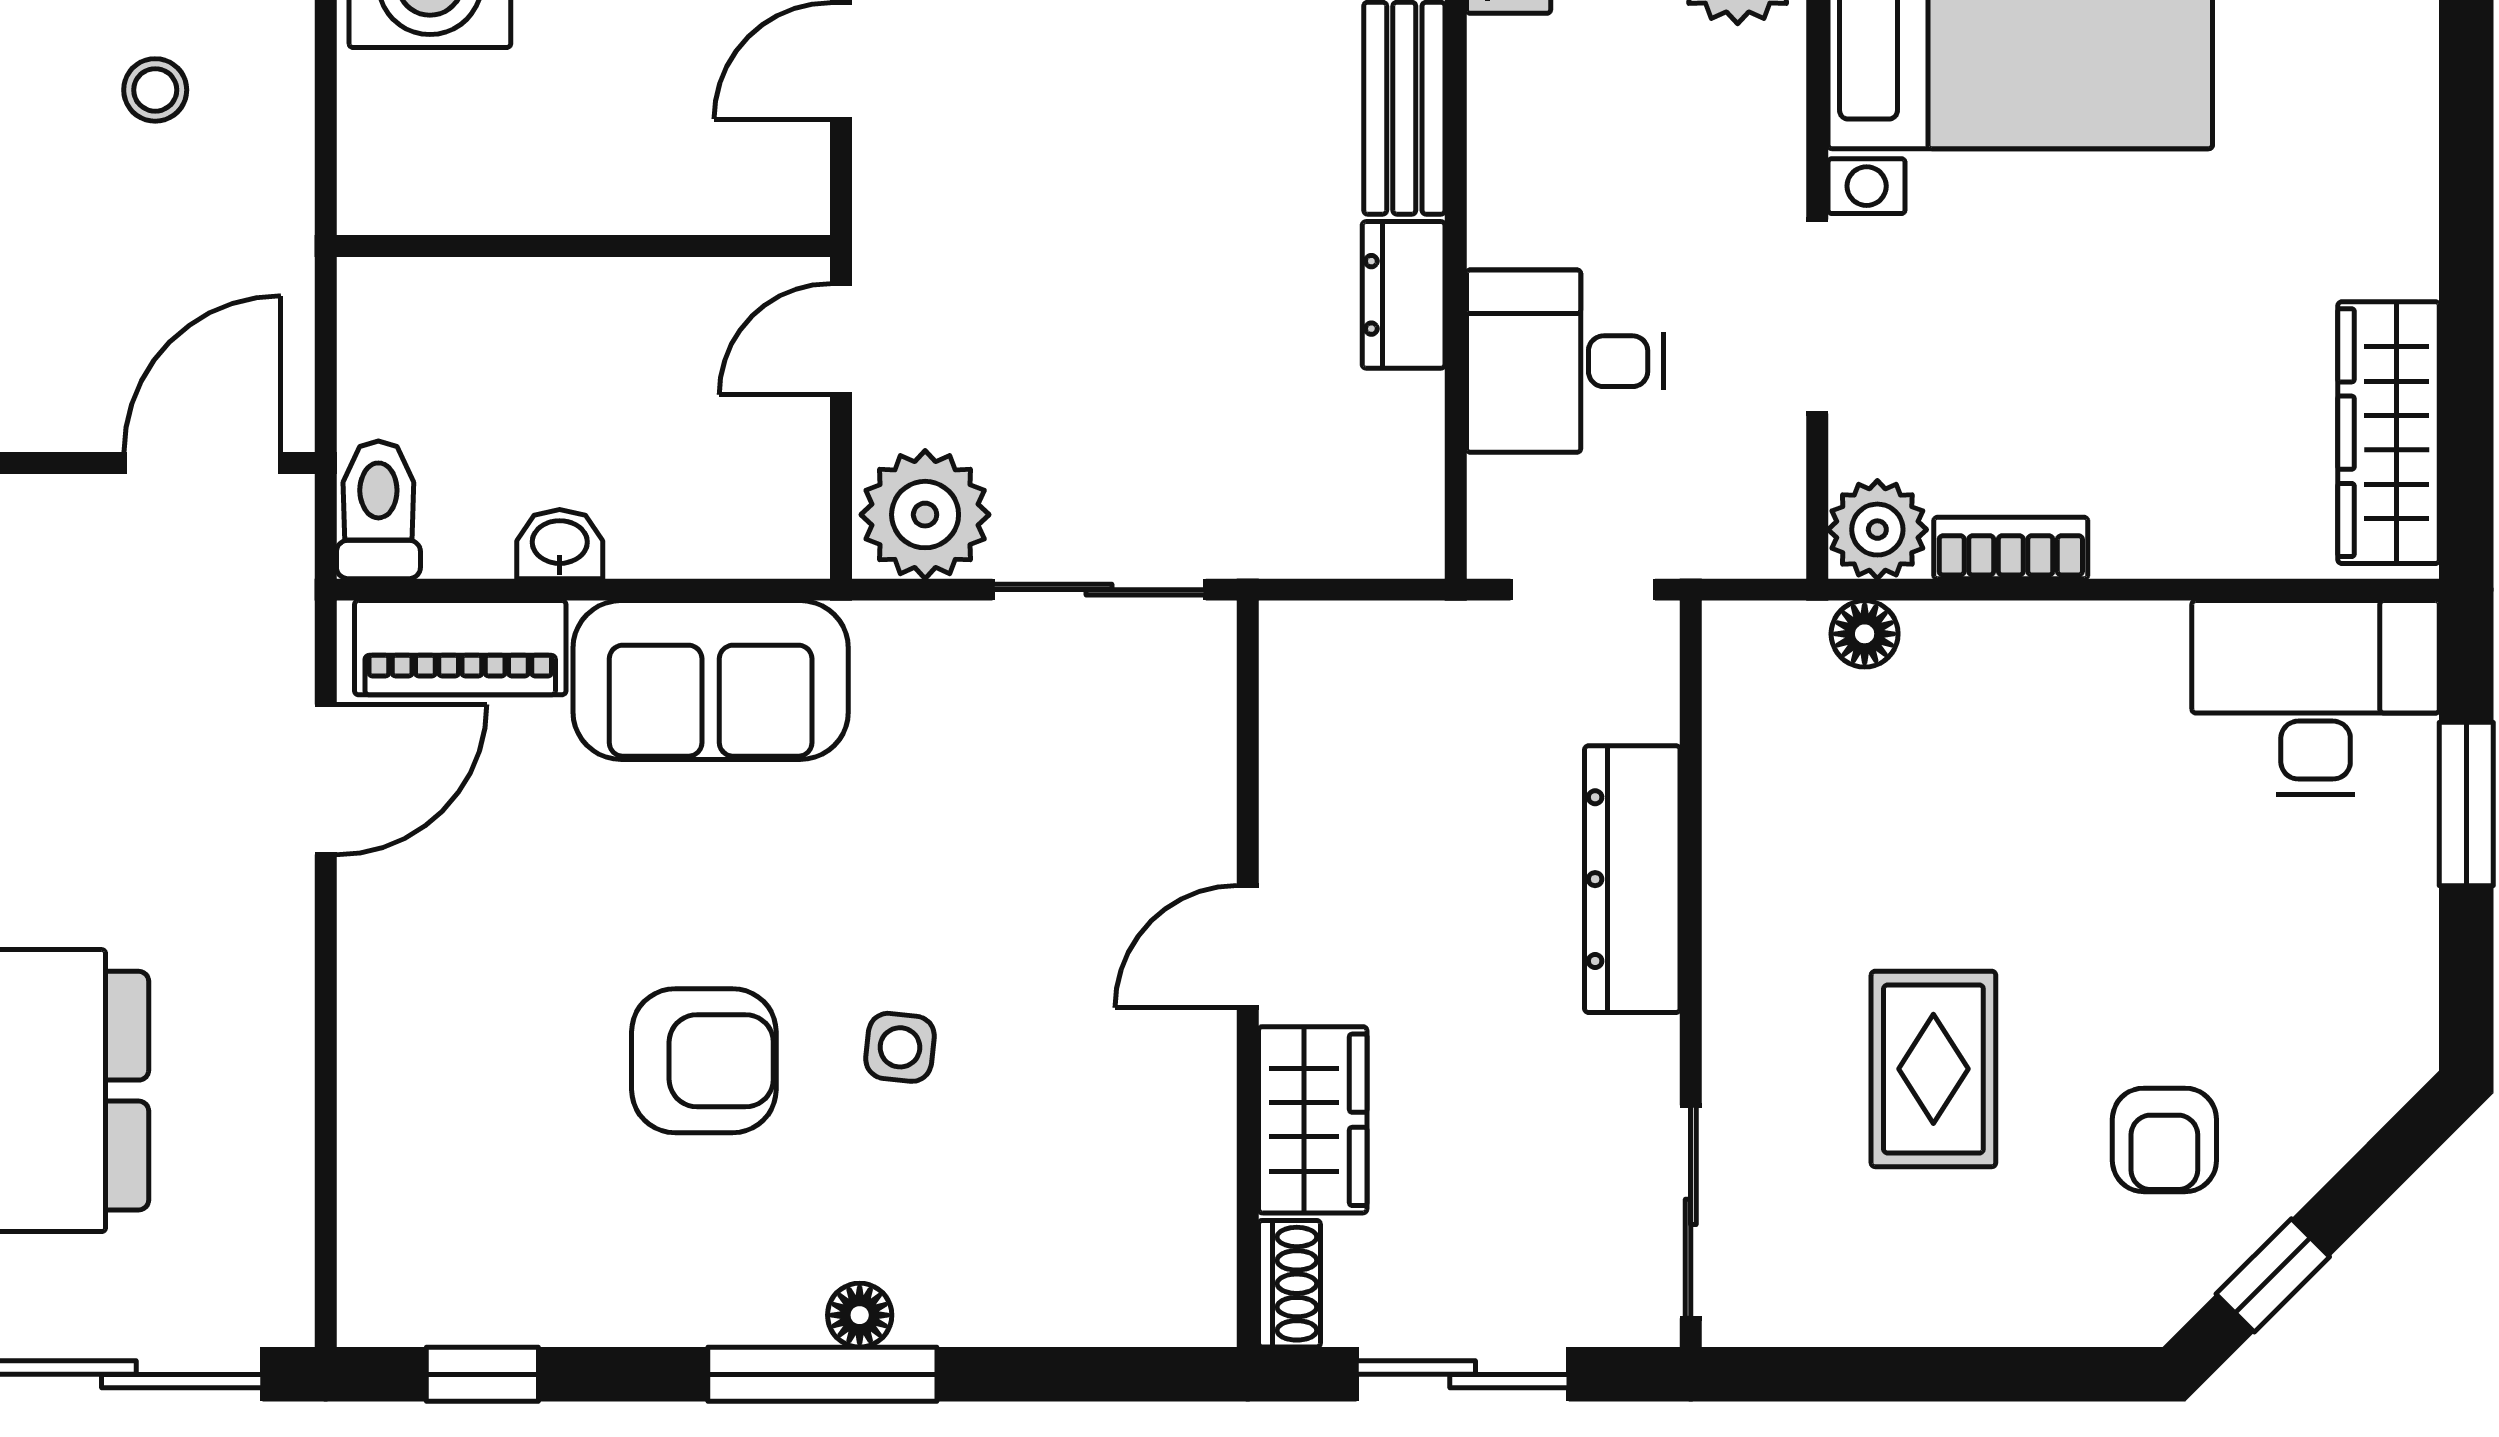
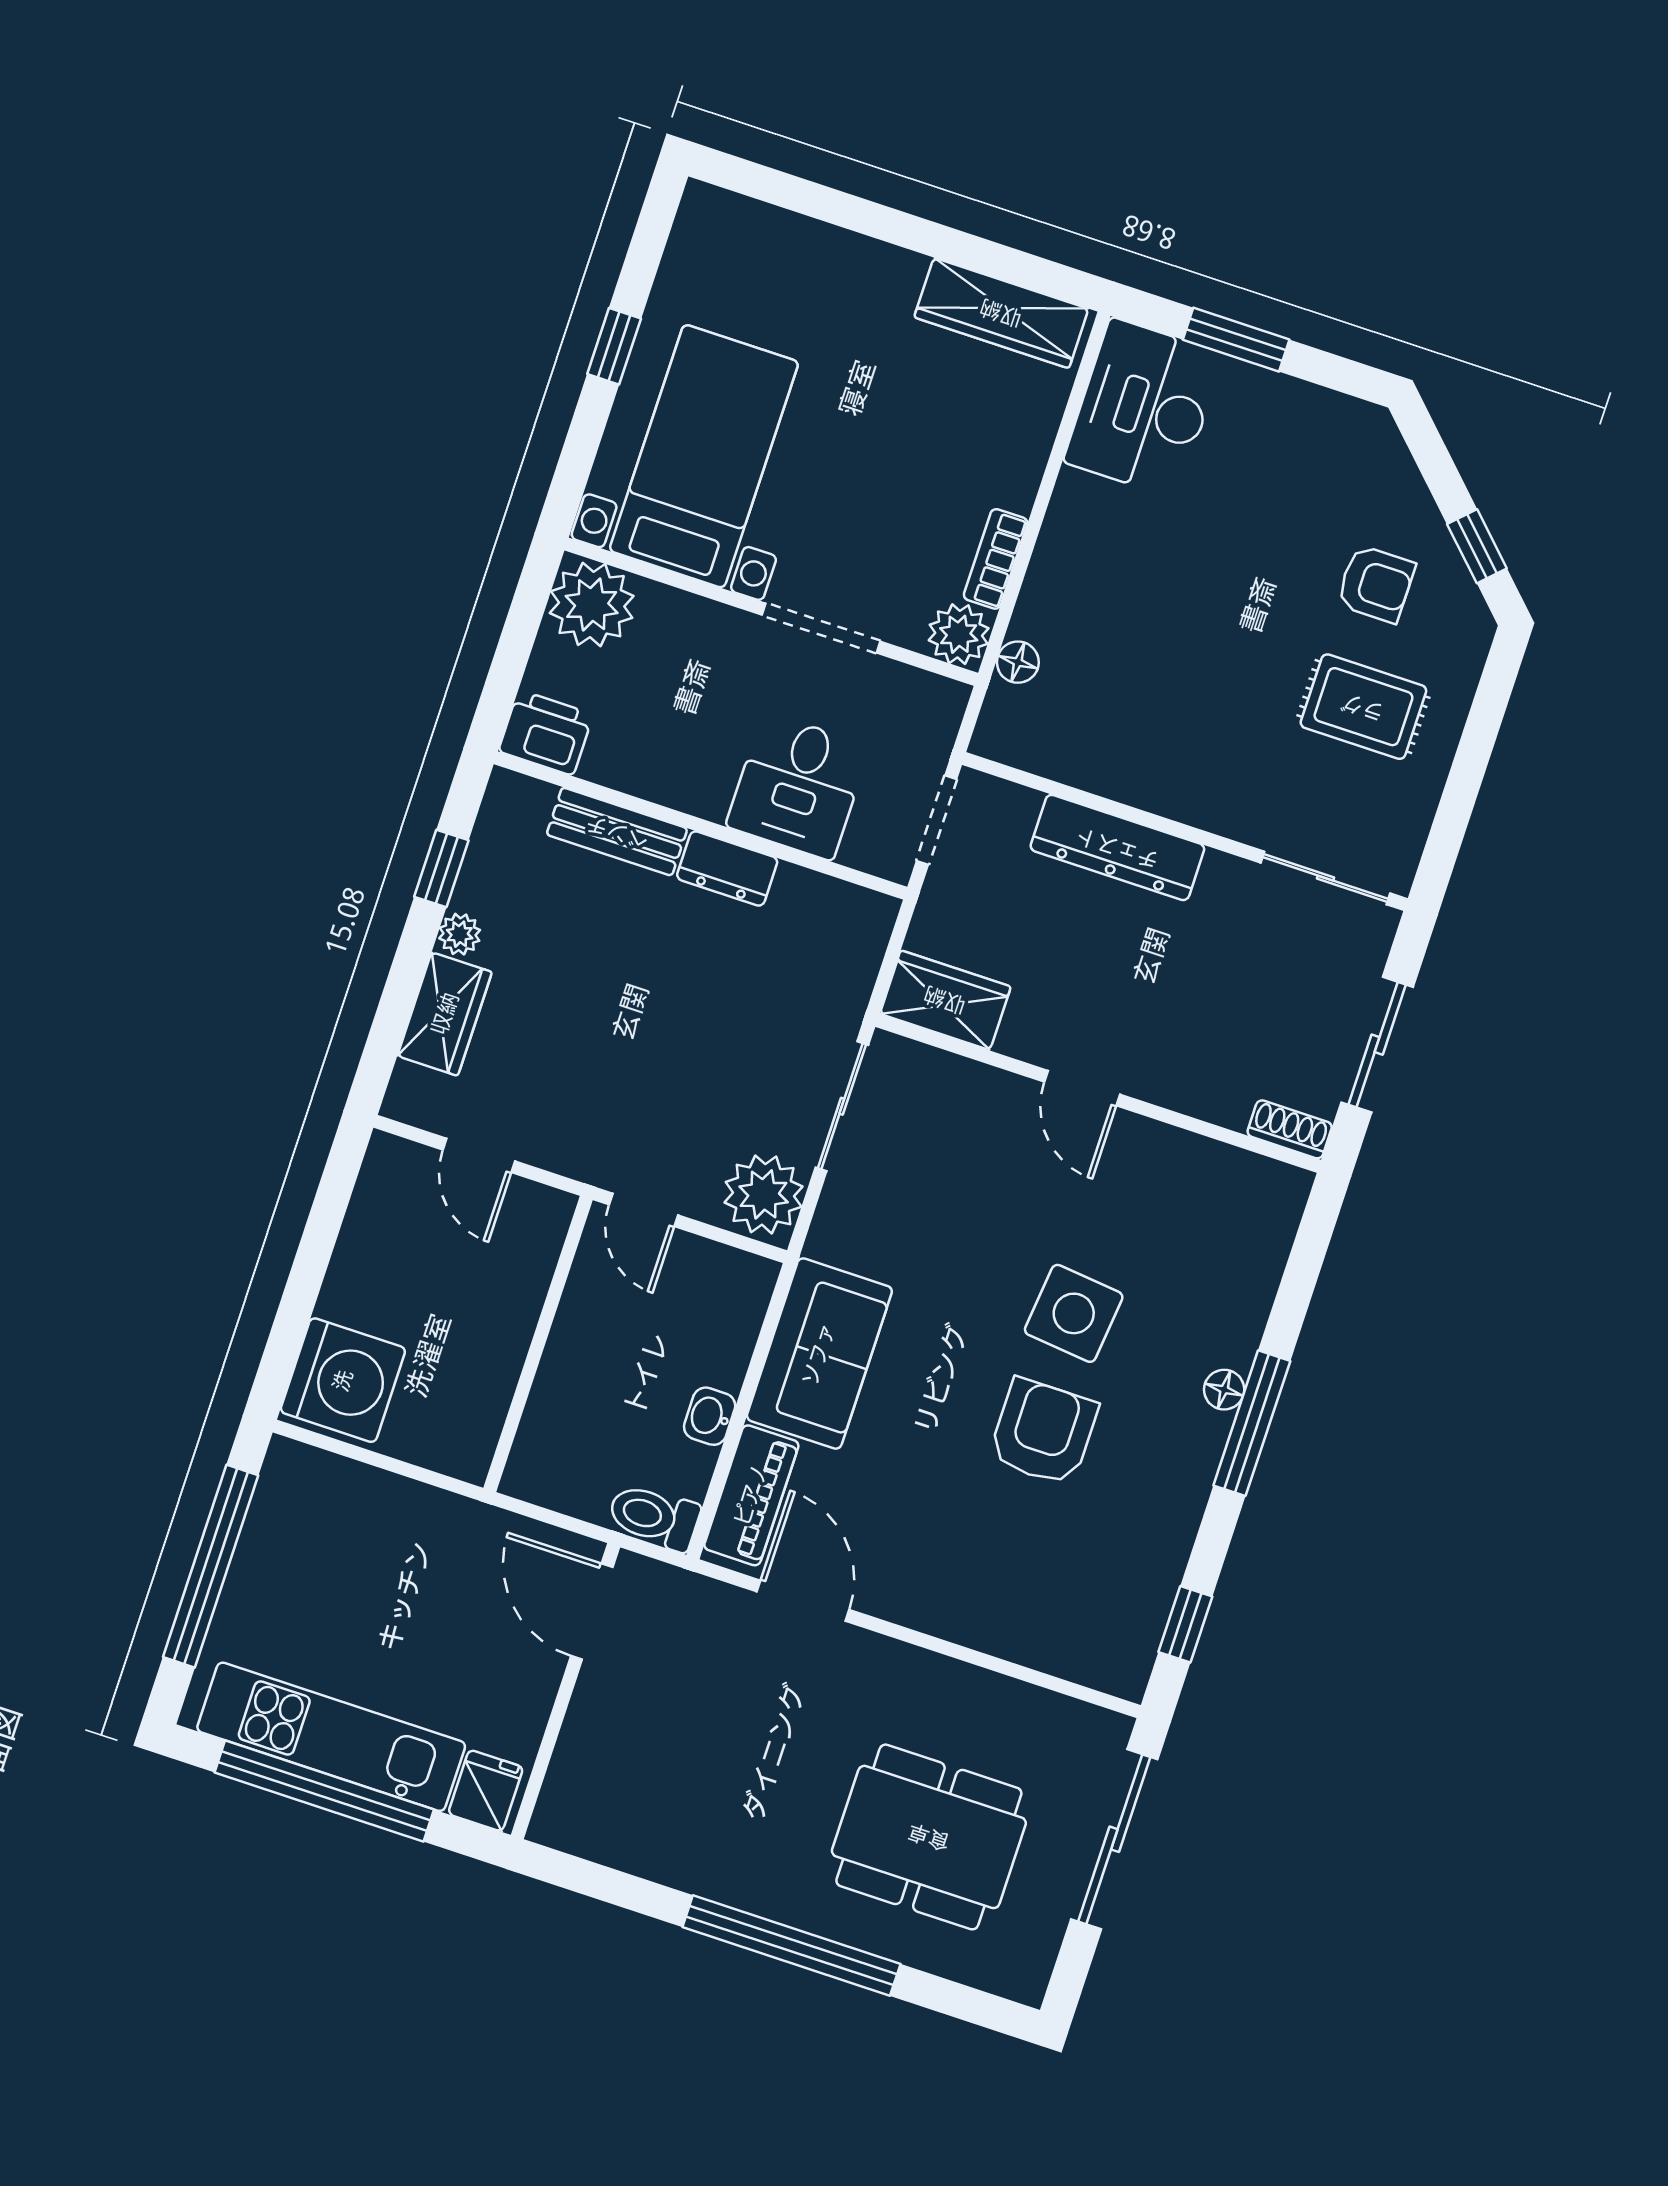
stool: (155, 90) -> (362, 1567), removed
side table: (900, 1047) -> (1074, 1313), width x1.87, depth x1.87
rug: (1933, 1069) -> (1363, 707), moved
wardrobe: (1313, 1120) -> (945, 1000), moved

